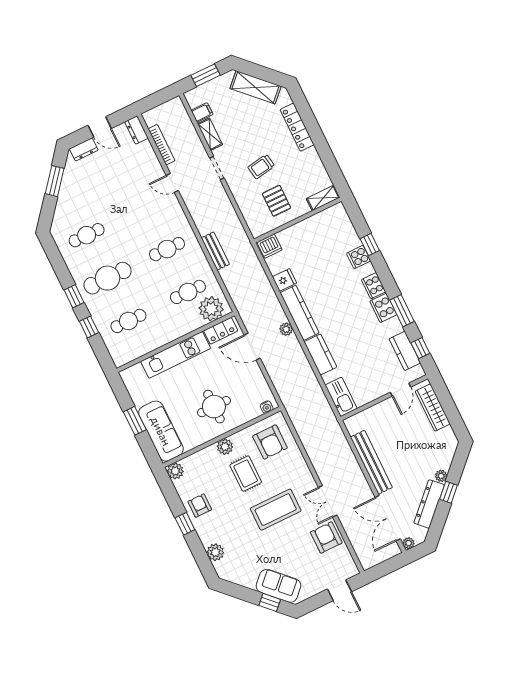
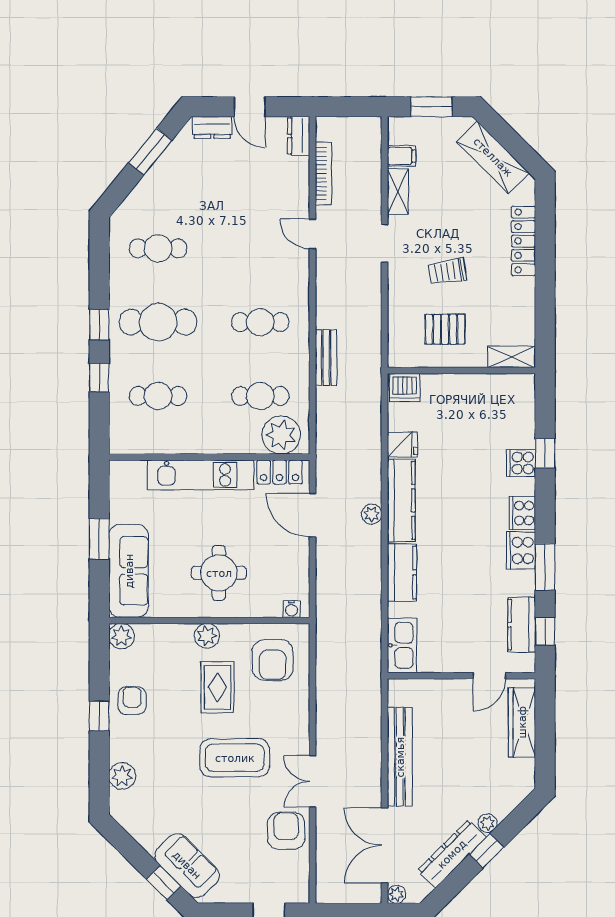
pallet: (276, 201) -> (445, 329), turned 90

